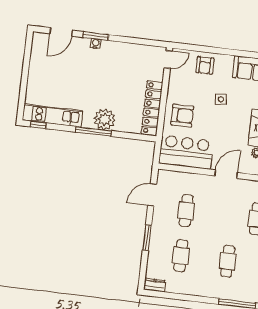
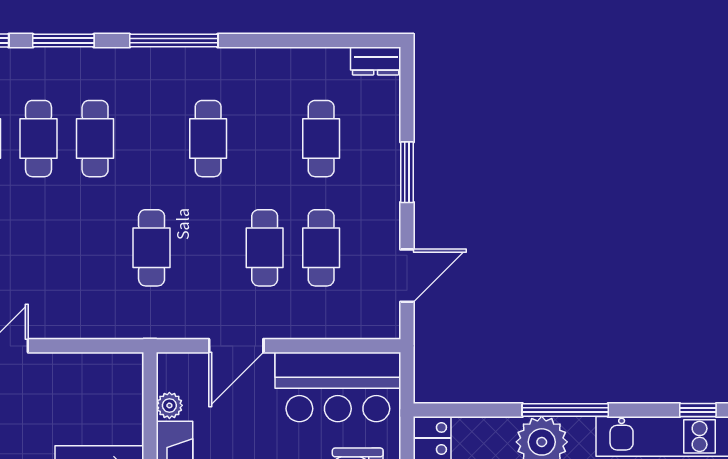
cafe table: (210, 213) -> (265, 248), added

